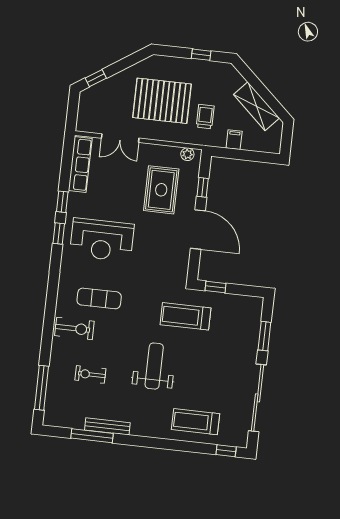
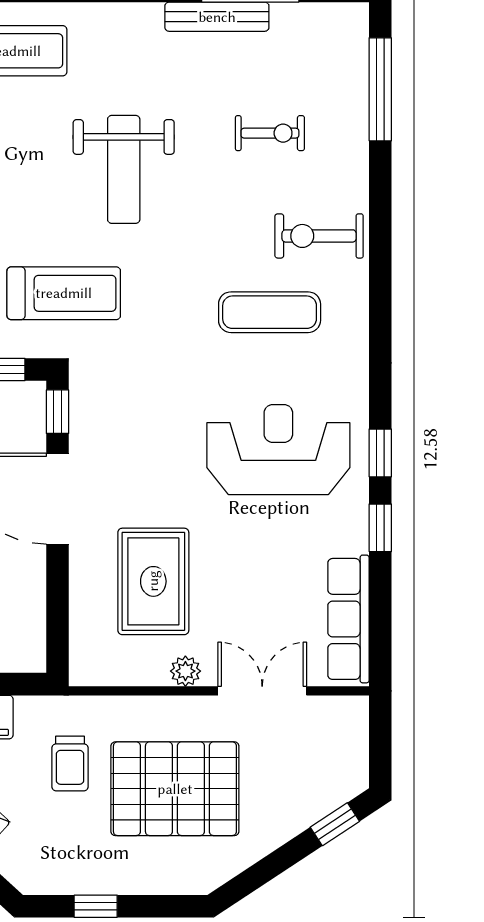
plant: (187, 154) -> (185, 671), moved
window: (203, 187) -> (58, 412), moved

